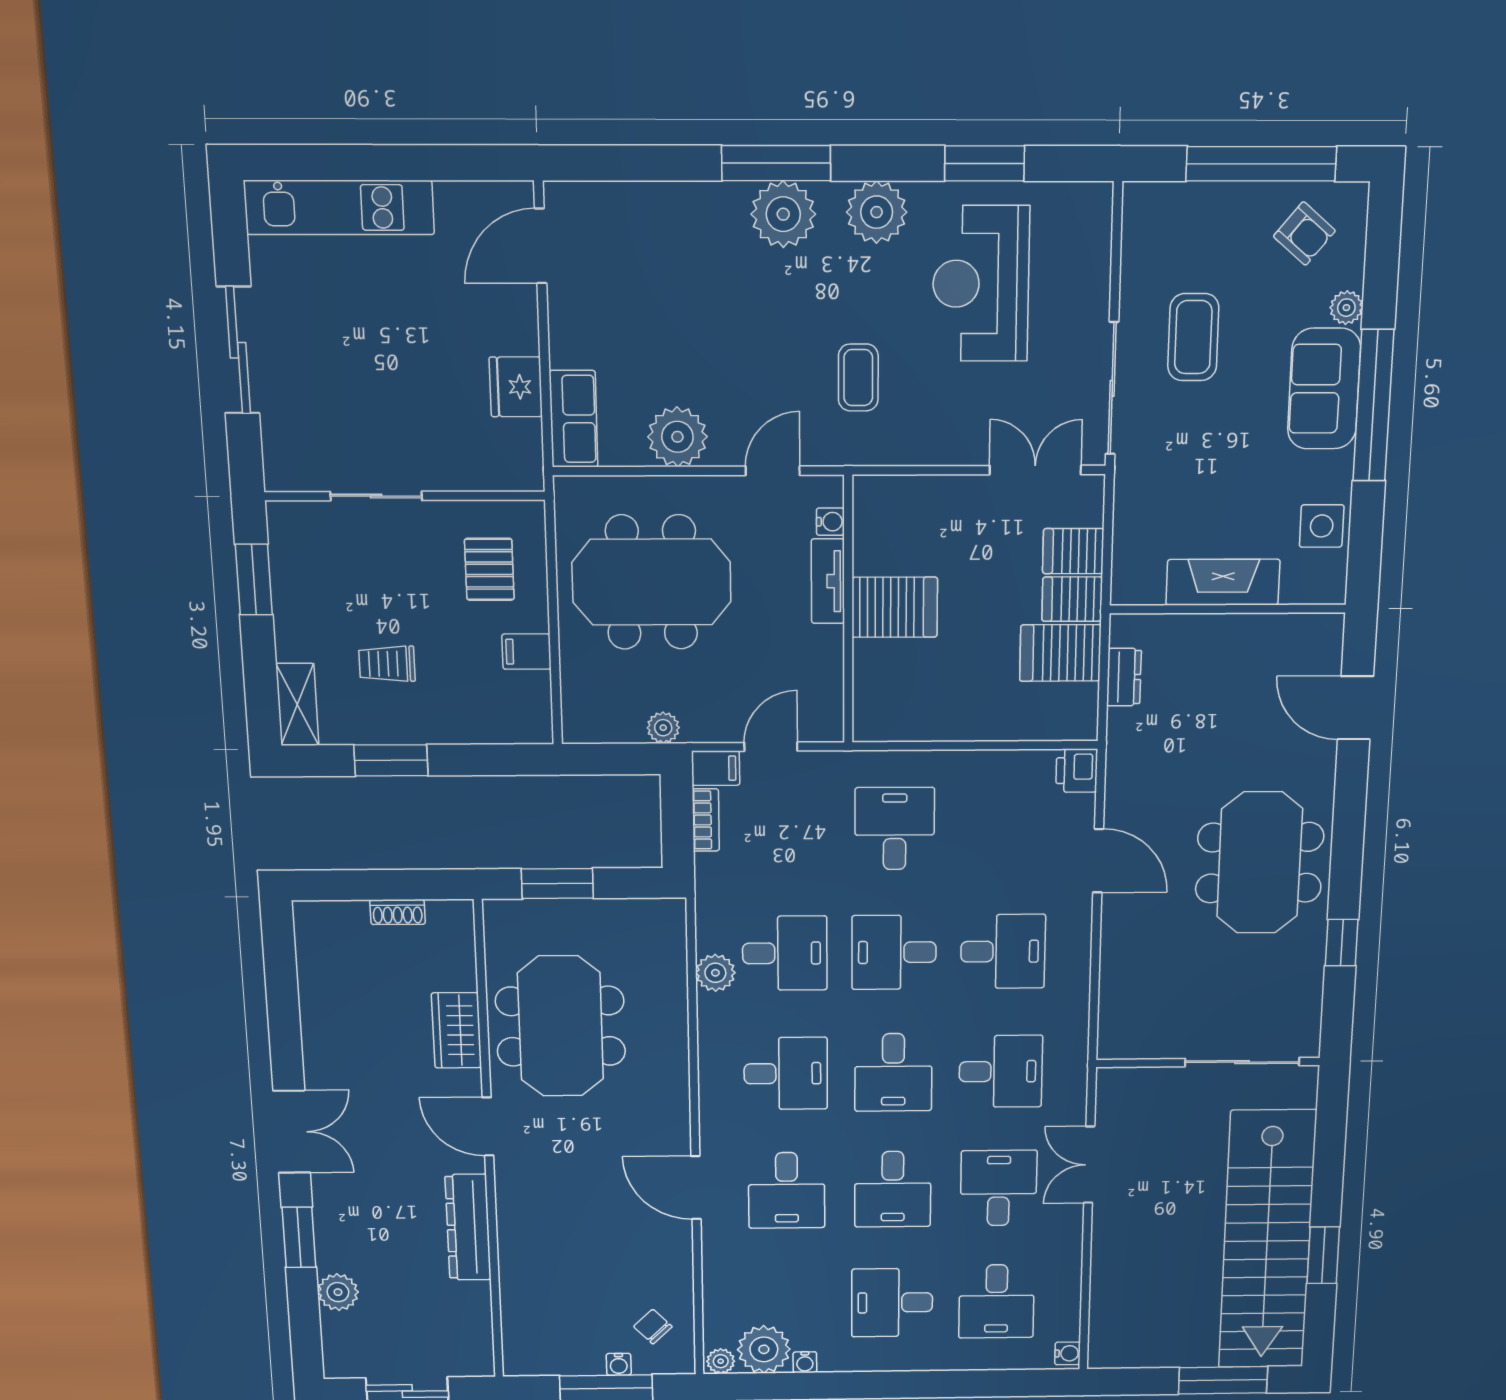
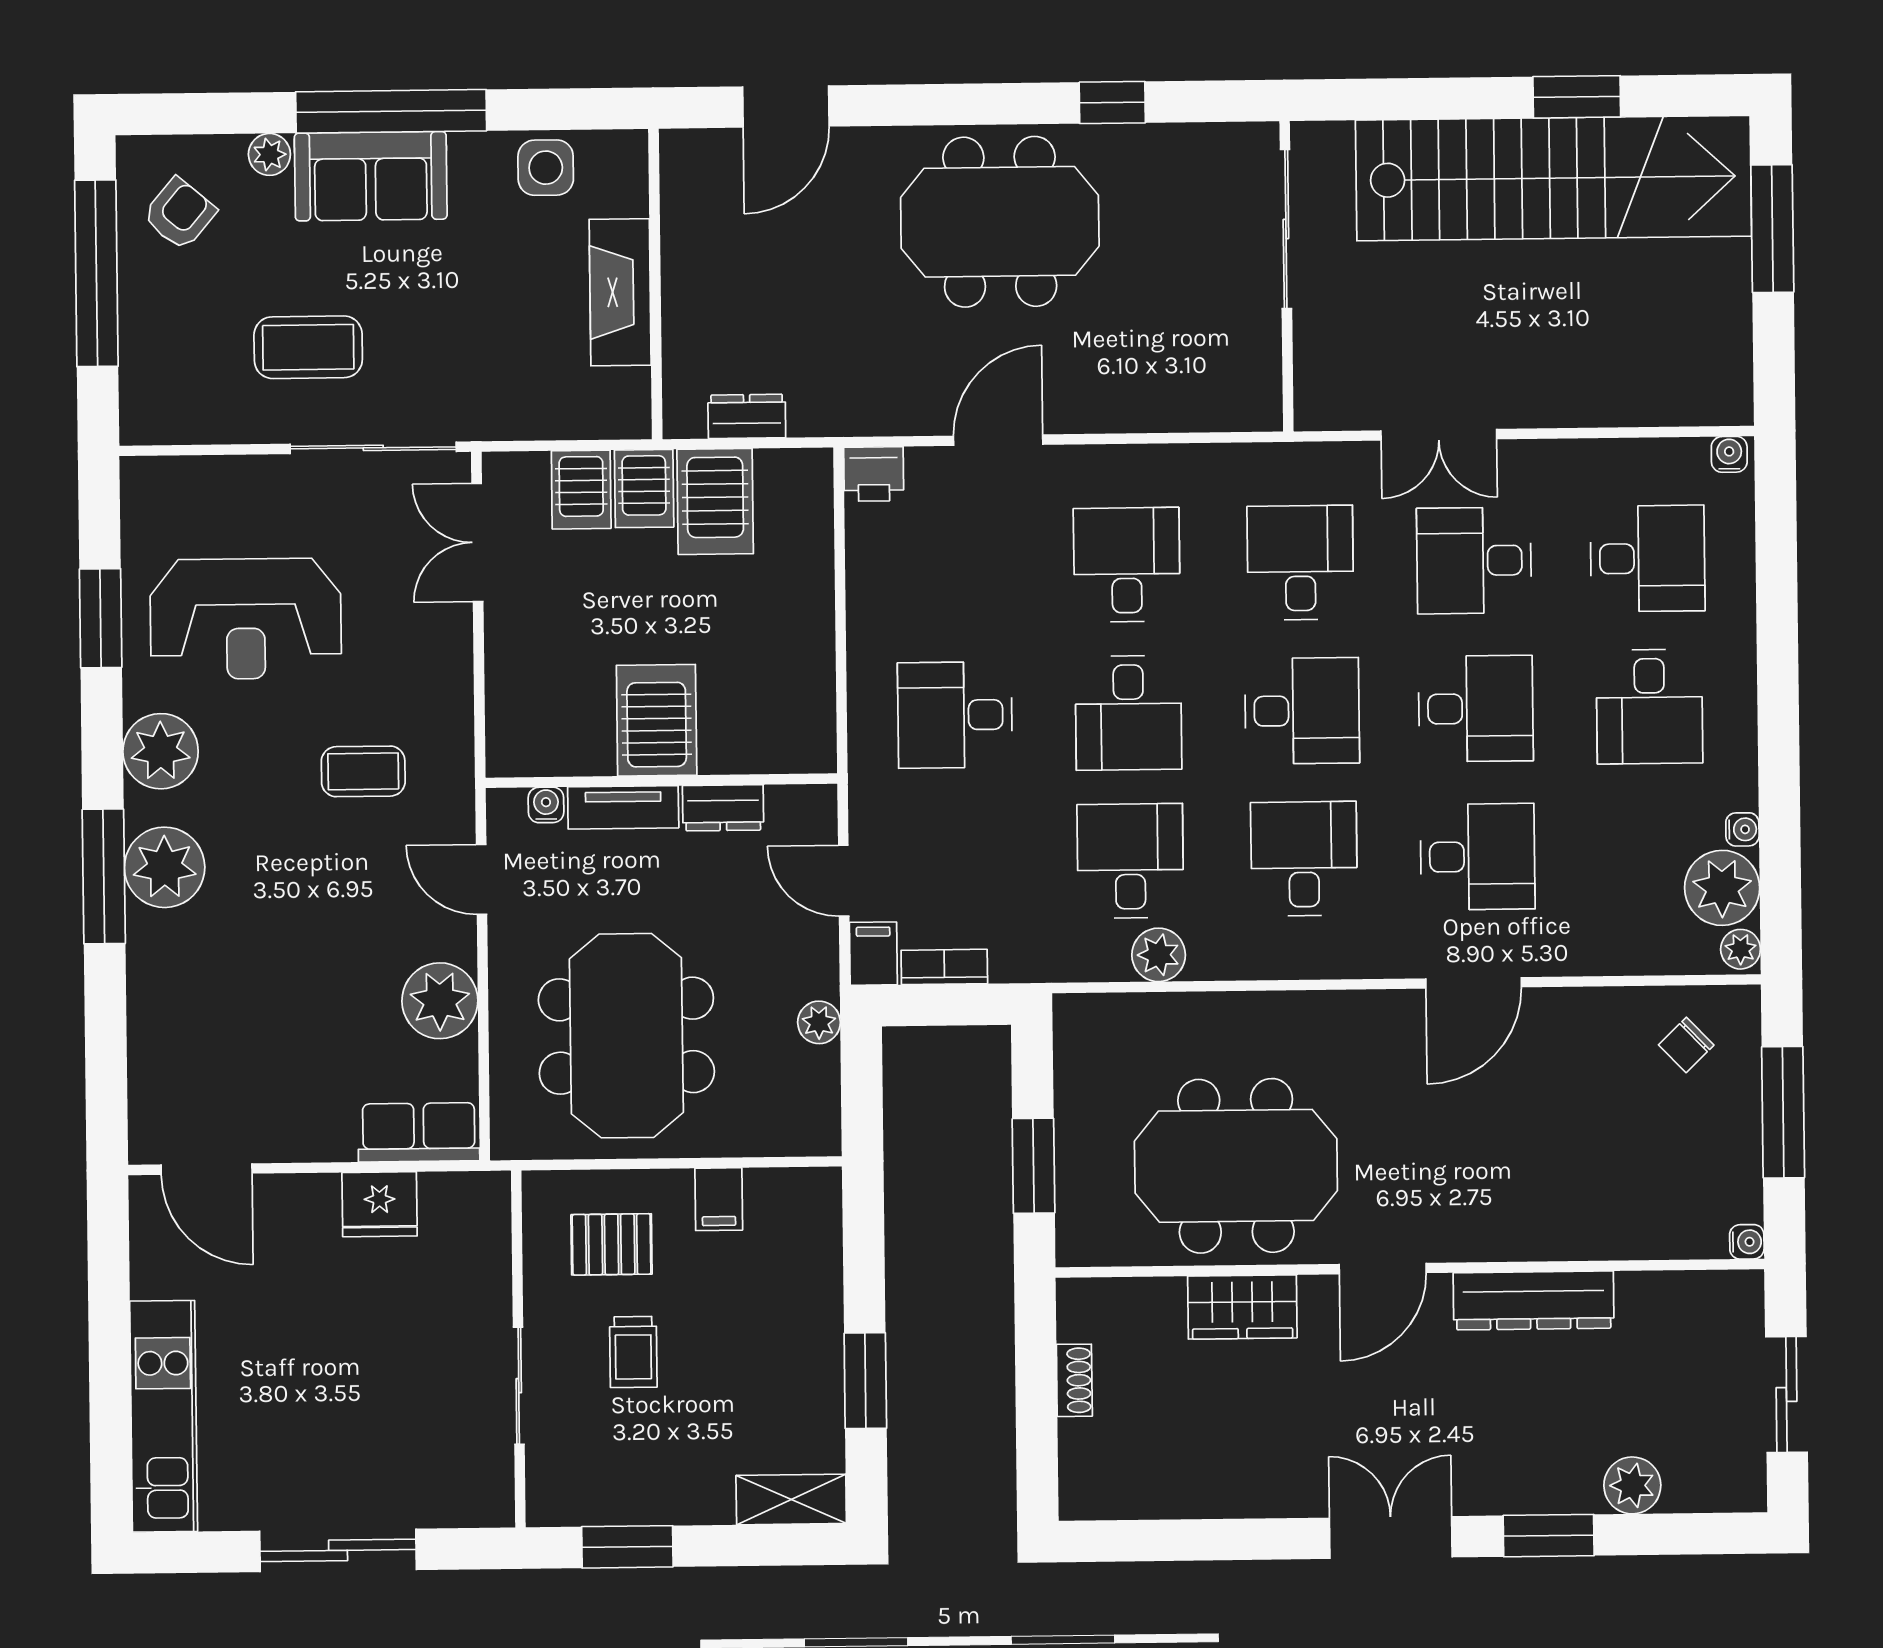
dresser: (827, 657) -> (723, 808), added
trolley: (387, 664) -> (633, 1352), moved
water cooler: (619, 1364) -> (1747, 1242), moved

